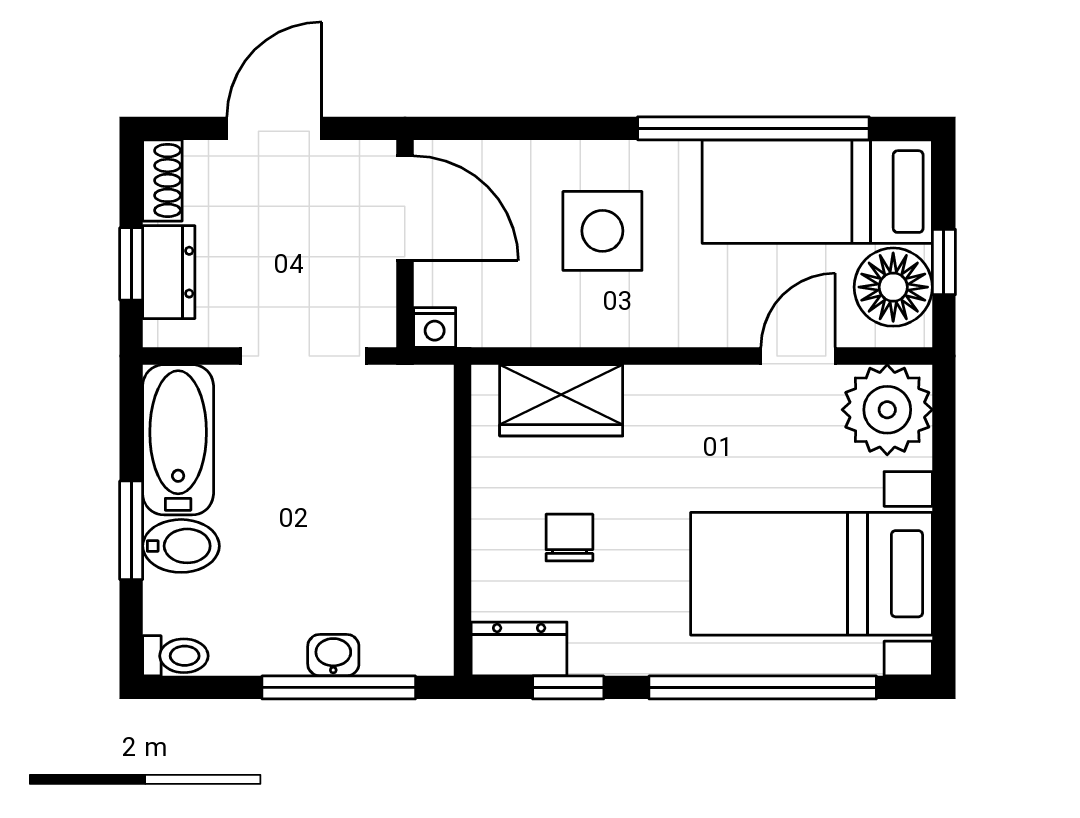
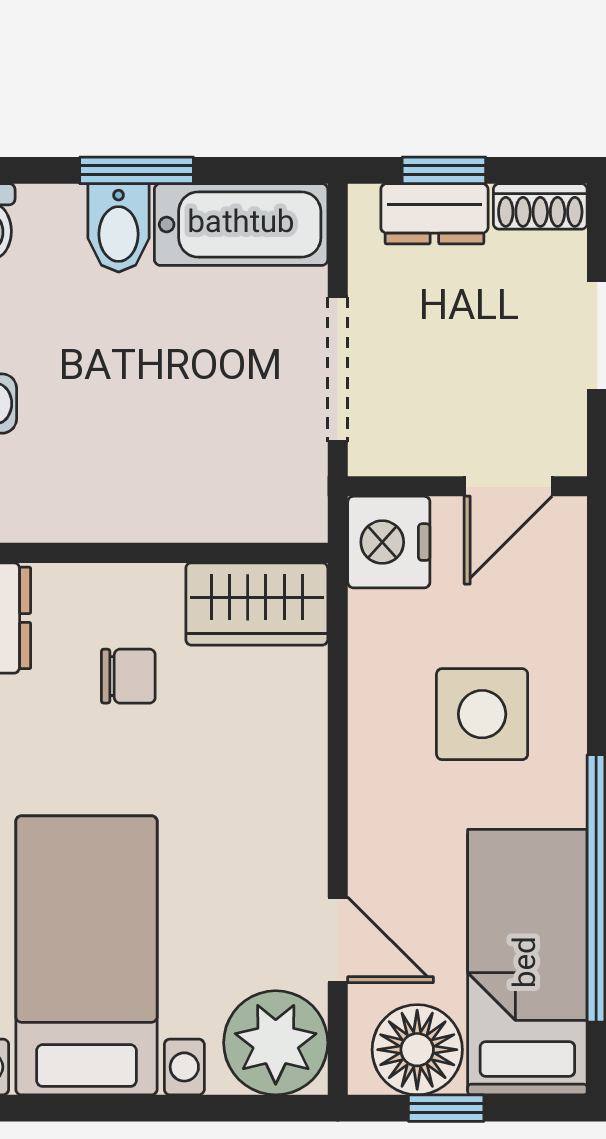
door: (405, 208) -> (508, 486), width x0.73
nightstand: (435, 327) -> (389, 542), width x1.89, depth x1.79
wardrobe: (561, 400) -> (257, 604), moved, turned -90

